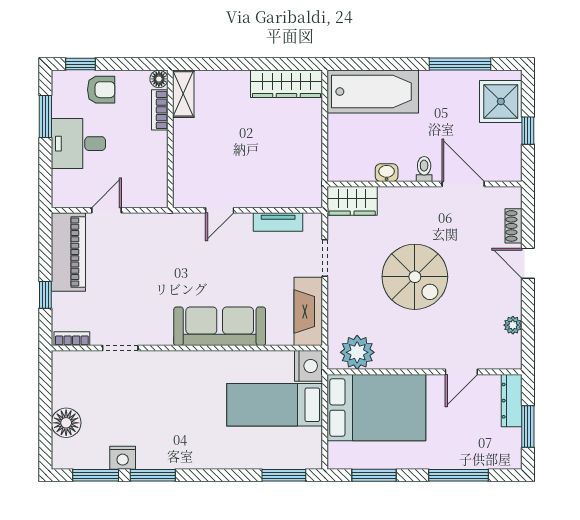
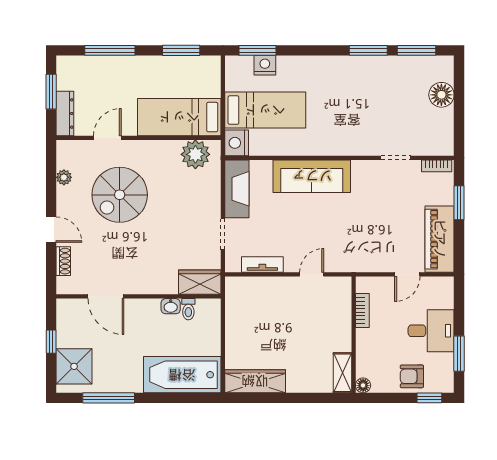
bookcase: (160, 110) -> (362, 311), moved
toilet: (424, 169) -> (188, 309), moved
spiral stairs: (415, 277) -> (120, 195), moved, turned -90
window: (45, 295) -> (459, 203), width x1.50
bed: (376, 408) -> (179, 117), width x0.67
nightstand: (123, 458) -> (265, 65), moved

